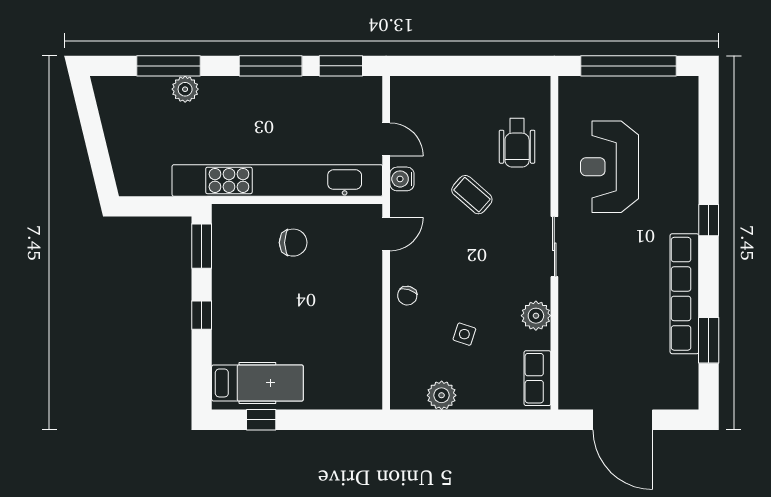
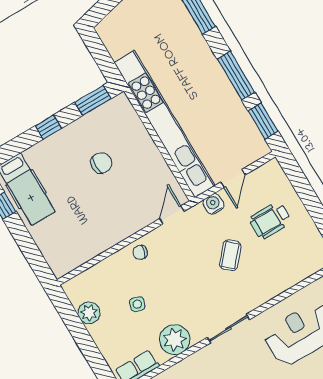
plant: (185, 89) -> (188, 29), removed
wheelchair: (517, 143) -> (270, 220), moved
door: (386, 234) -> (172, 215), swing flipped
chair: (293, 243) -> (101, 163), moved, turned -90
plant: (536, 316) -> (175, 340), width x1.36, depth x1.36

